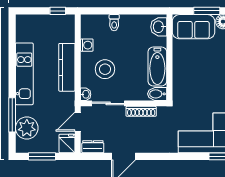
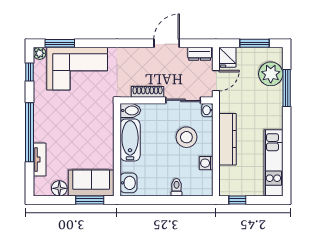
window: (207, 11) -> (90, 200), moved
kitchen unit: (24, 74) -> (273, 163), moved

